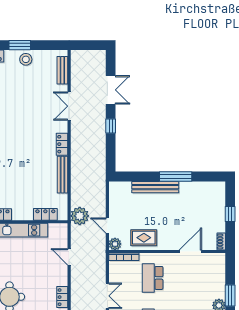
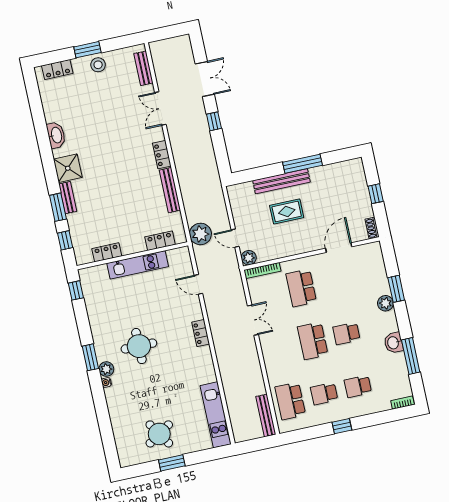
rug: (144, 238) -> (287, 211), moved

